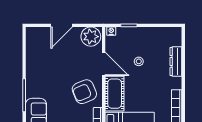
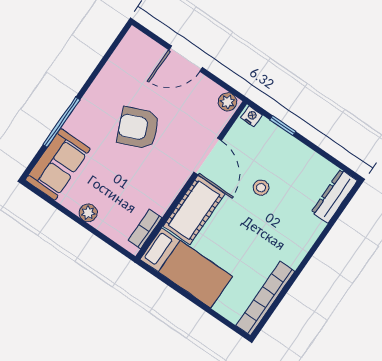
plant: (91, 37) -> (227, 102), width x0.53, depth x0.53
dresser: (176, 61) -> (334, 196), moved
armchair: (84, 92) -> (138, 128), moved

